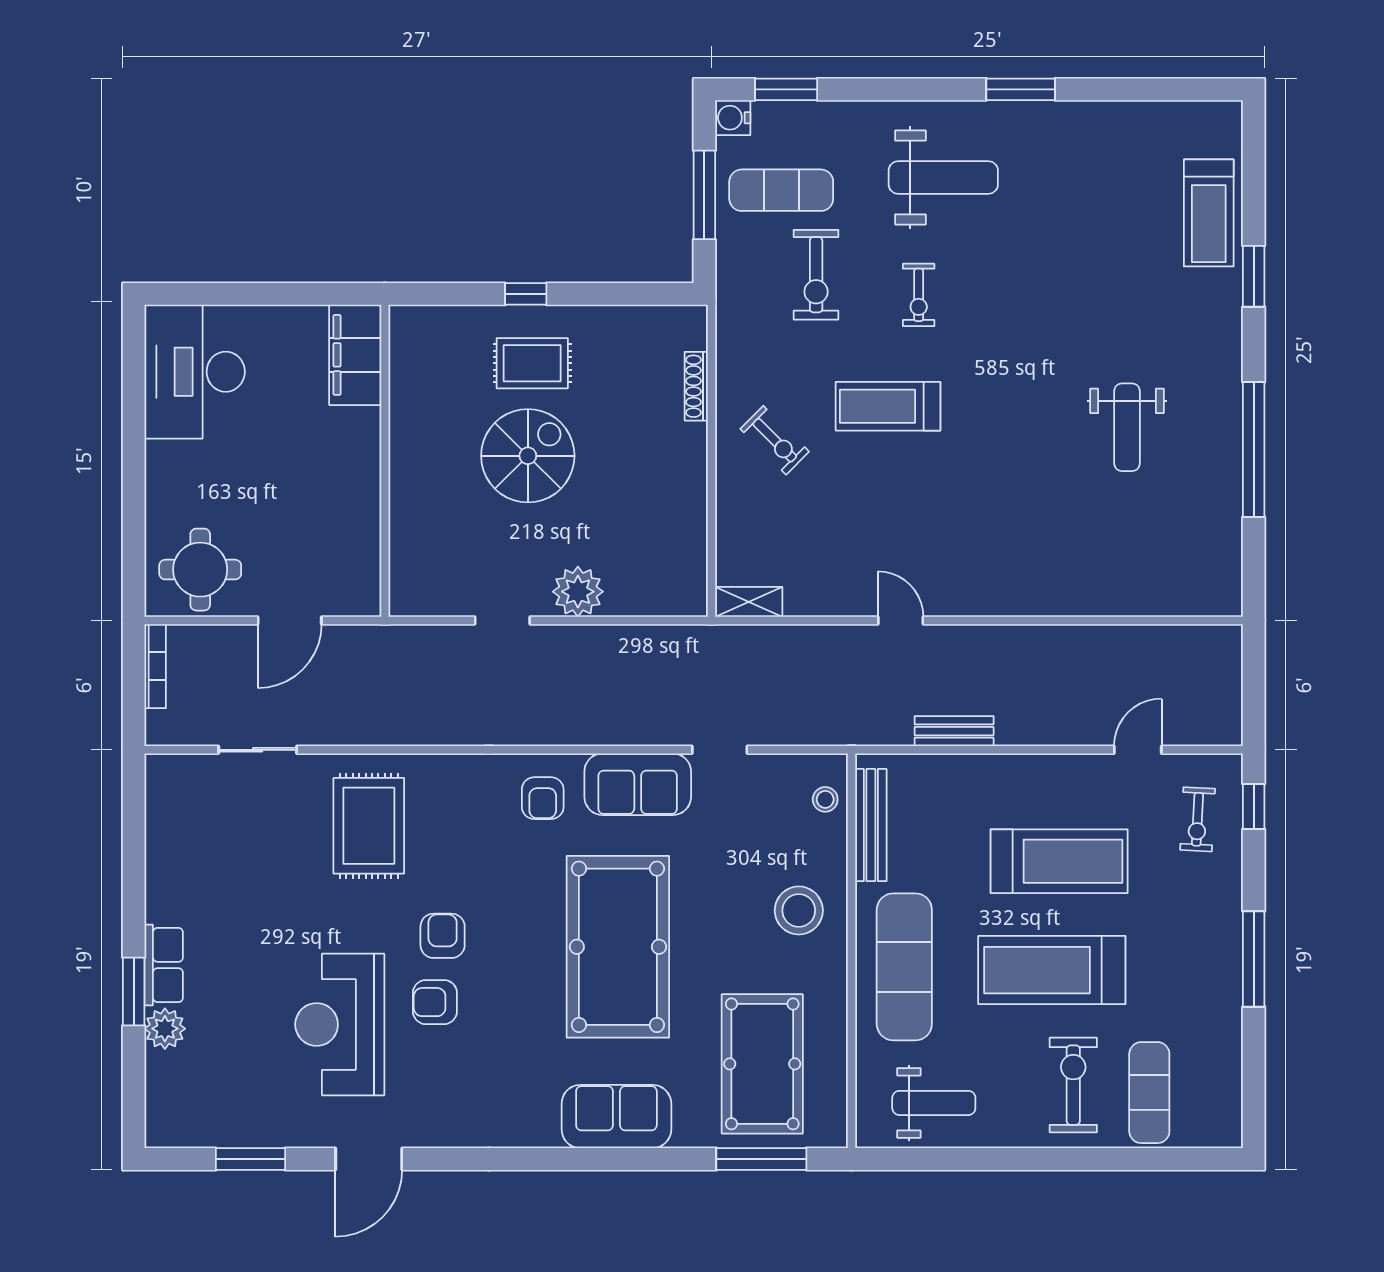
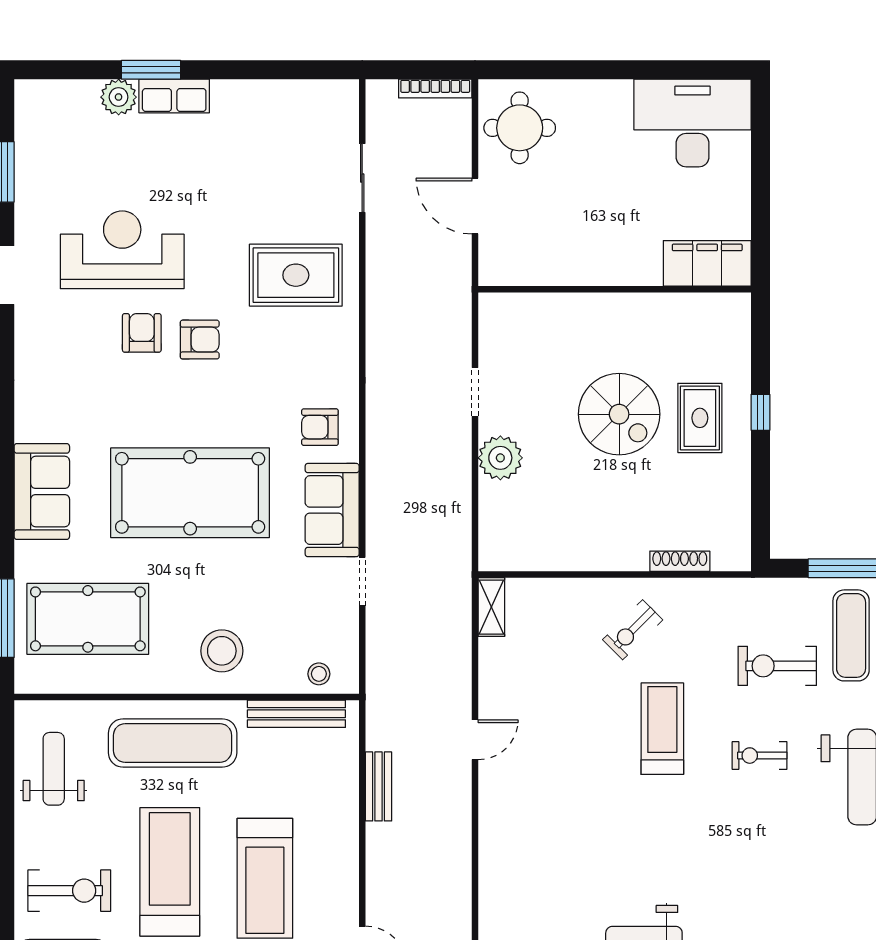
weight bench: (934, 1103) -> (54, 769), turned 180

